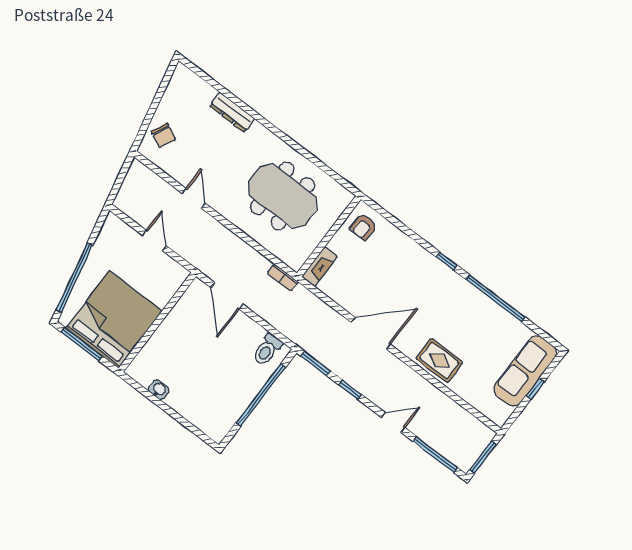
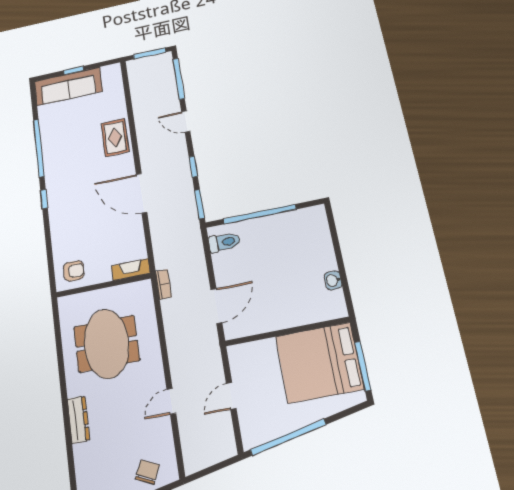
dresser: (232, 112) -> (78, 420), moved
window: (74, 278) -> (288, 437), moved

